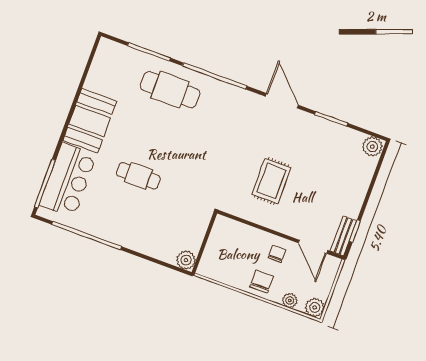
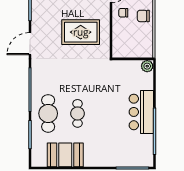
booth: (90, 121) -> (65, 155), moved
cafe table: (138, 176) -> (78, 113), moved
bar counter: (68, 180) -> (141, 112), moved, turned -90
rug: (271, 181) -> (81, 32), width x1.36, depth x1.43

